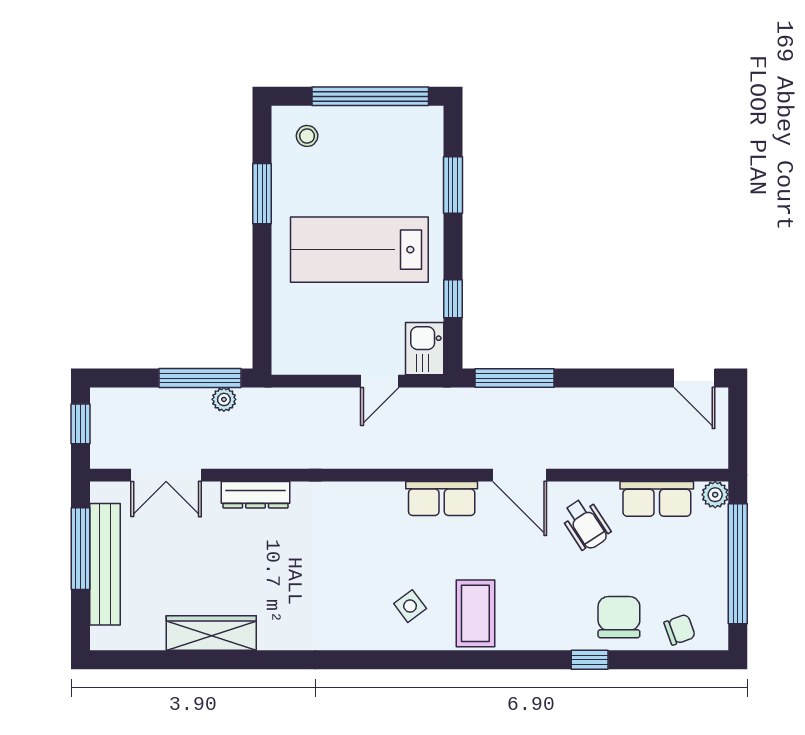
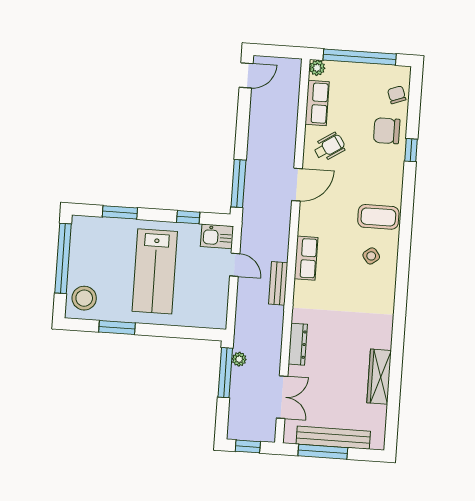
stool: (307, 136) -> (84, 298), width x1.89, depth x1.89
bench: (354, 455) -> (278, 283), added
row of seats: (442, 498) -> (306, 258), moved

